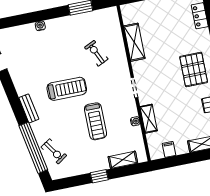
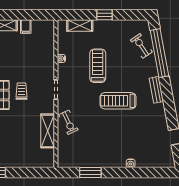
exercise bike: (96, 53) -> (68, 122), moved
trolley: (170, 78) -> (22, 91), added
shelving: (149, 119) -> (49, 58), removed
filing cabinet: (169, 149) -> (26, 26), moved

